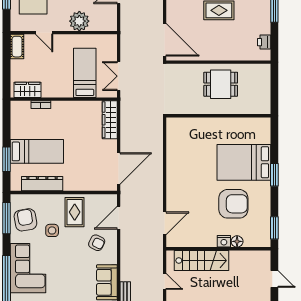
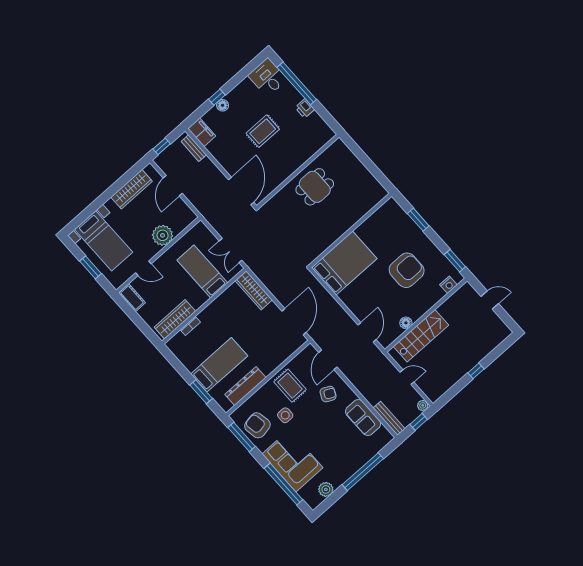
door: (165, 40) -> (241, 191), hinge flipped
printer: (264, 42) -> (305, 108), moved
wardrobe: (27, 90) -> (175, 319), width x1.50
wall: (218, 116) -> (350, 230), moved
bed: (244, 162) -> (344, 263), moved, turned 180
nightstand: (224, 241) -> (448, 285), moved
floor lamp: (237, 241) -> (406, 323), moved

